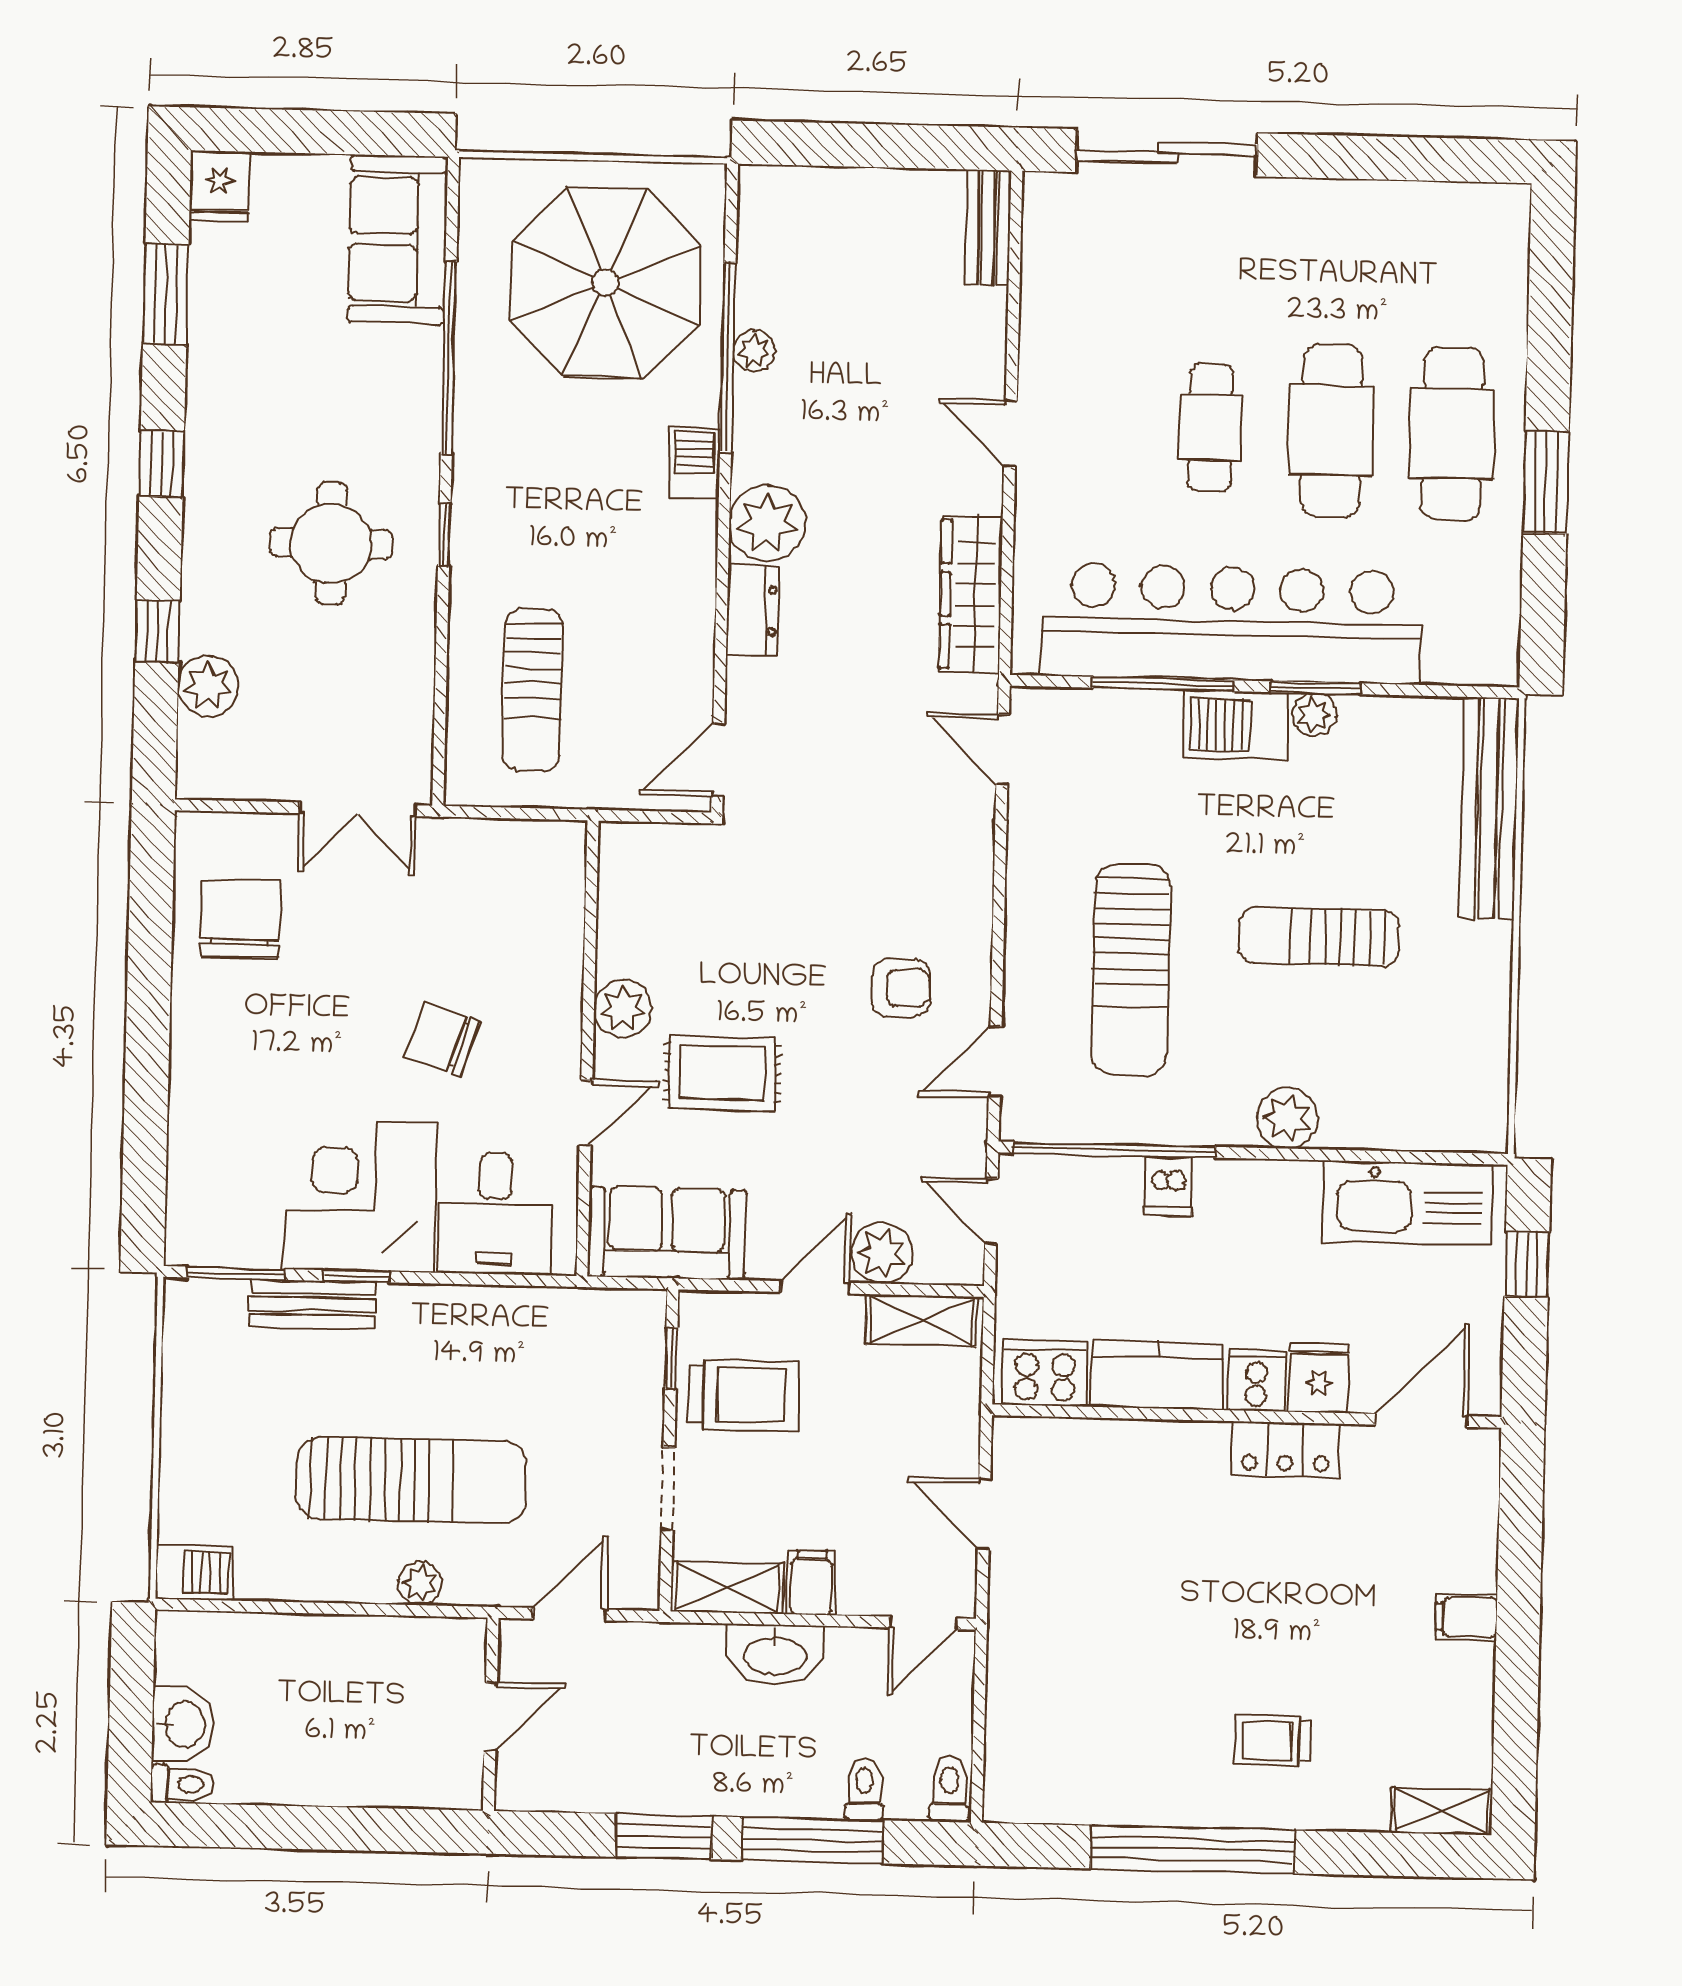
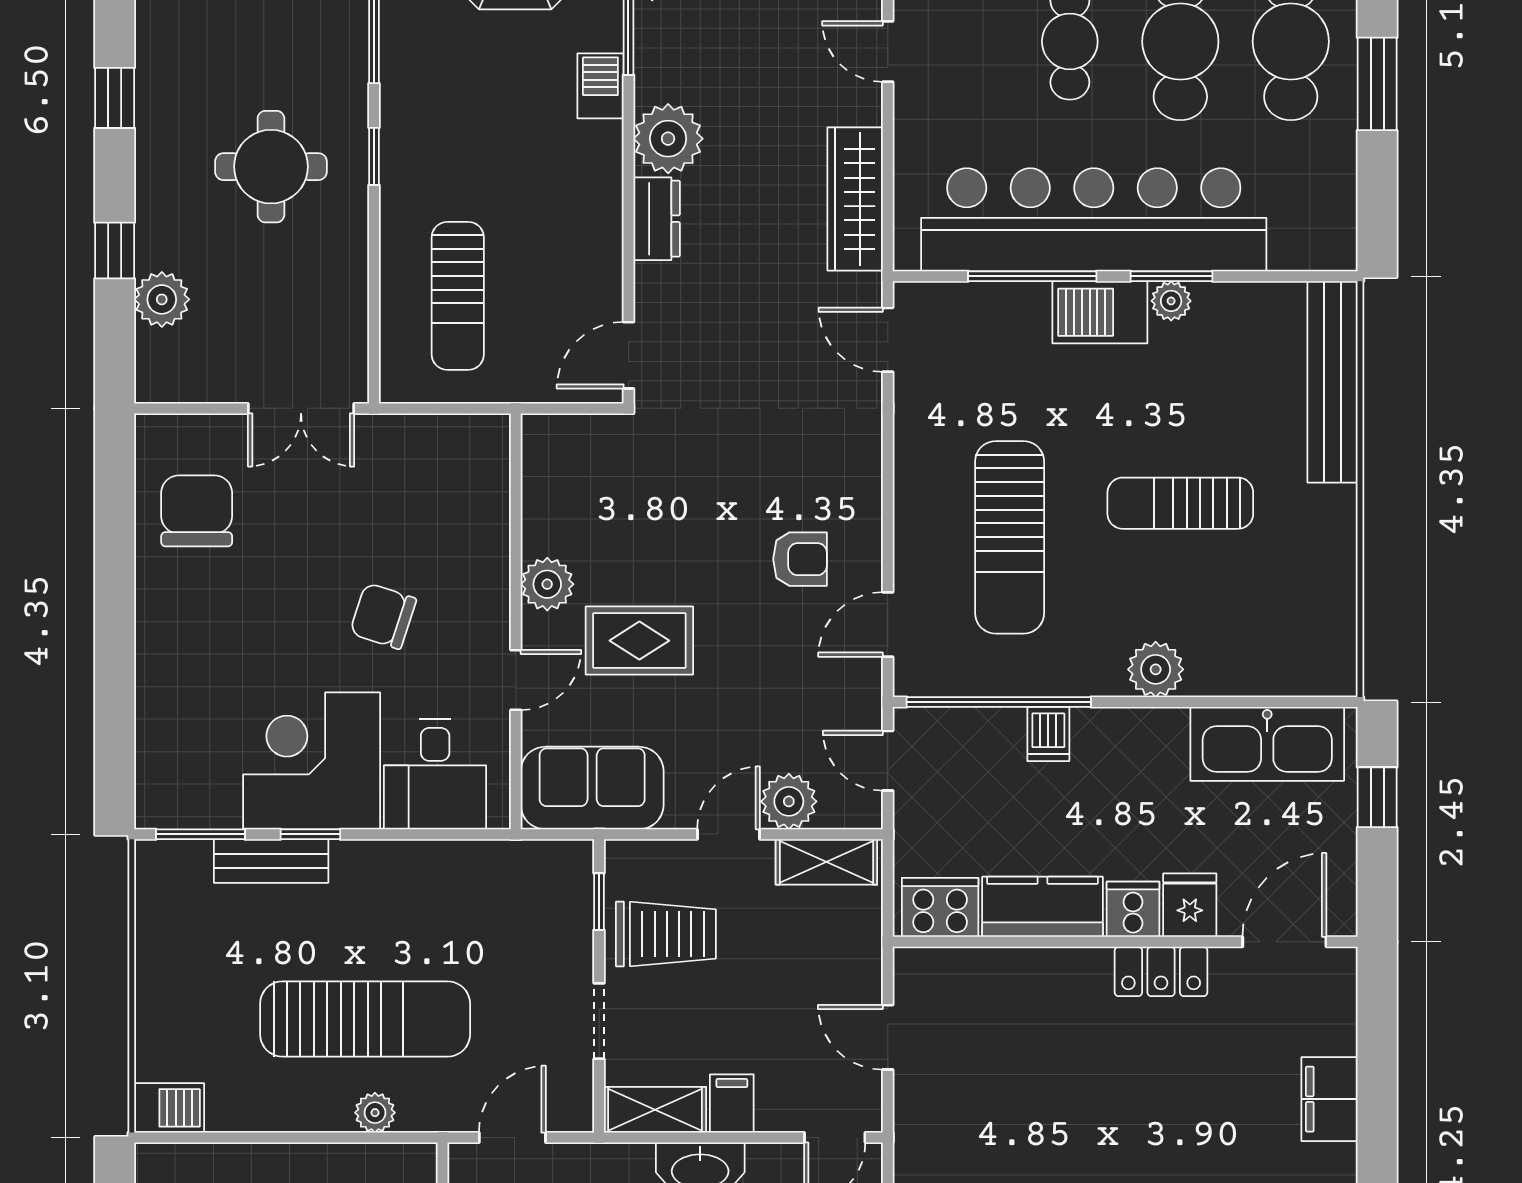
filing cabinet: (1466, 1617) -> (1329, 1099), width x2.00

